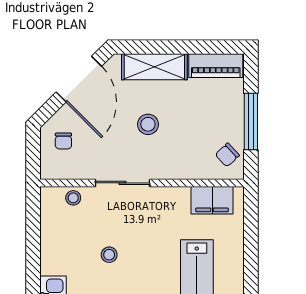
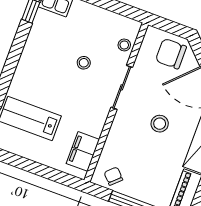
chair: (63, 141) -> (171, 54), width x1.87, depth x1.87
stool: (109, 255) -> (84, 63), moved

